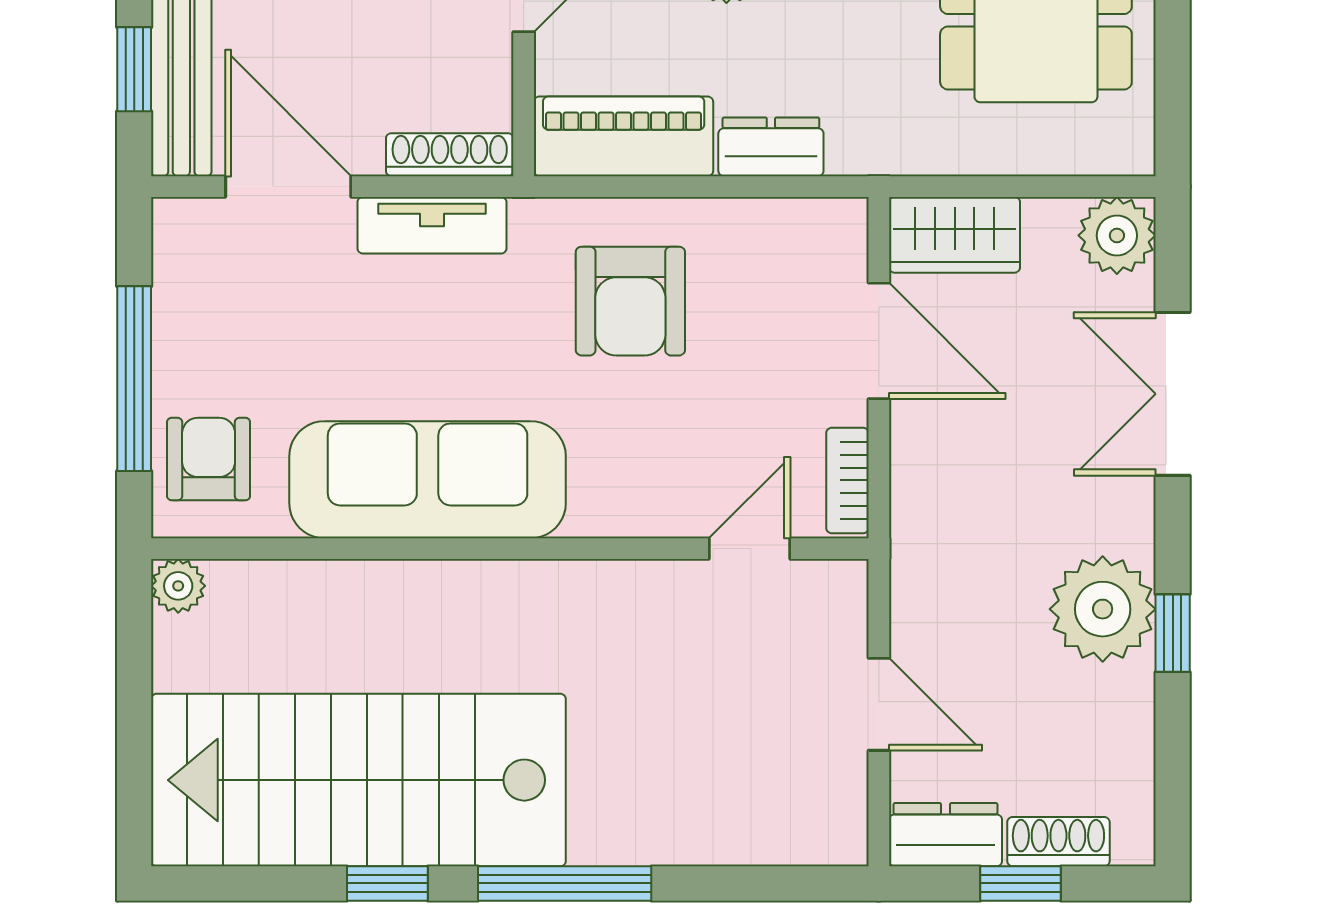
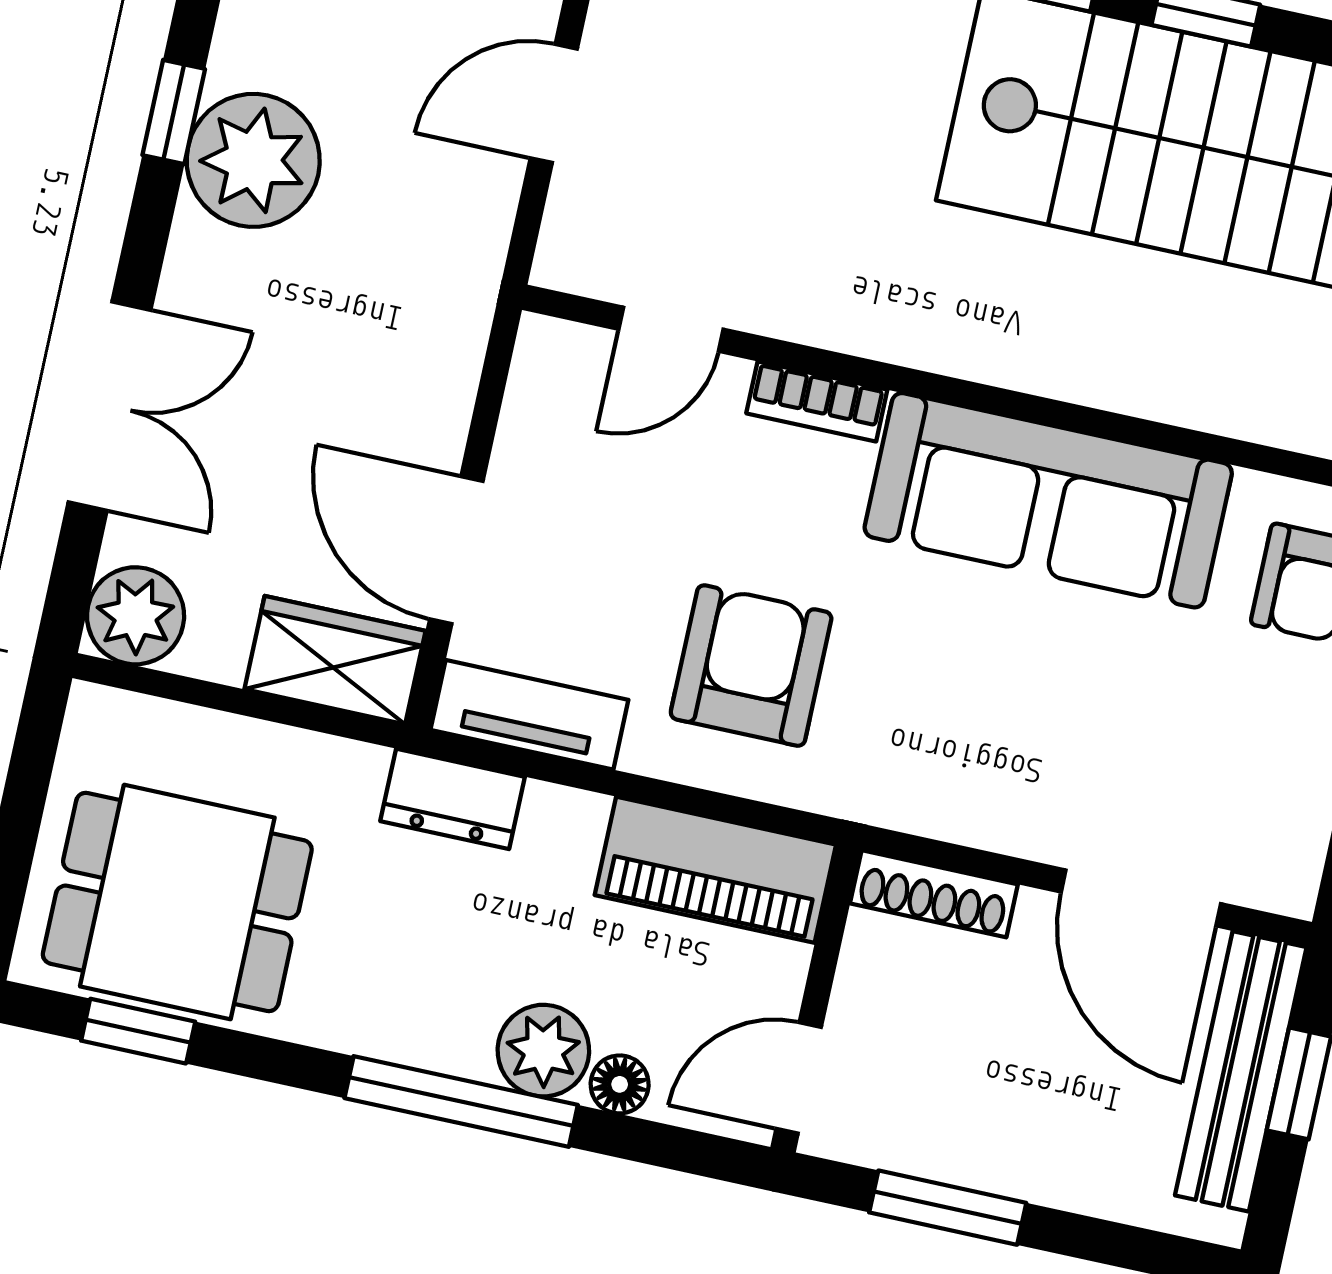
dresser: (771, 147) -> (453, 799), moved
tv unit: (432, 225) -> (529, 715), moved
bookcase: (847, 480) -> (817, 401), moved, turned 90
door: (879, 704) -> (554, 103), hinge flipped

